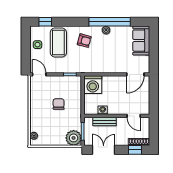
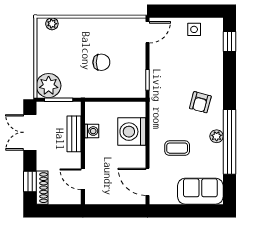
coffee table: (58, 43) -> (177, 148), moved, width x0.54, depth x0.58
washing machine: (93, 85) -> (132, 132), moved
door: (134, 116) -> (83, 179), hinge flipped
double door: (104, 150) -> (30, 132), swing flipped

